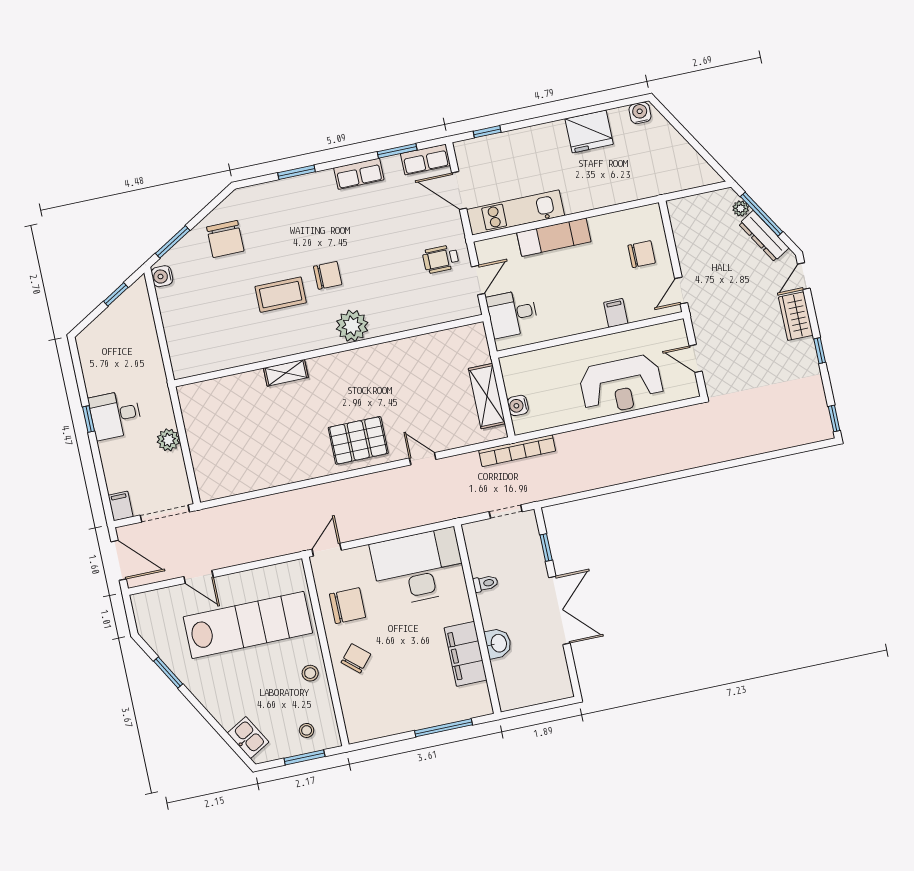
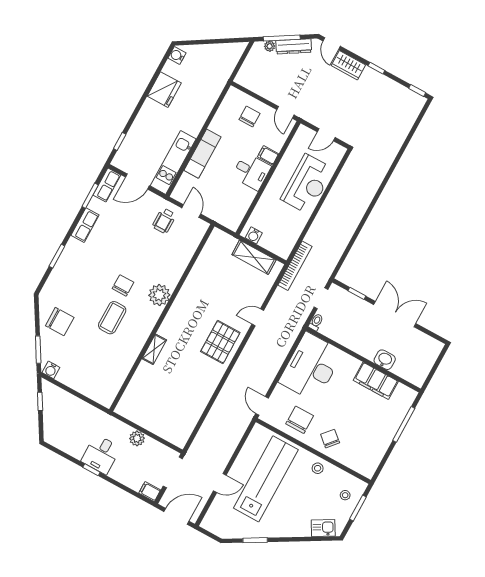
desk: (512, 314) -> (251, 171), moved, turned -90
water cooler: (518, 405) -> (254, 235), moved
toilet: (485, 583) -> (316, 322), moved

